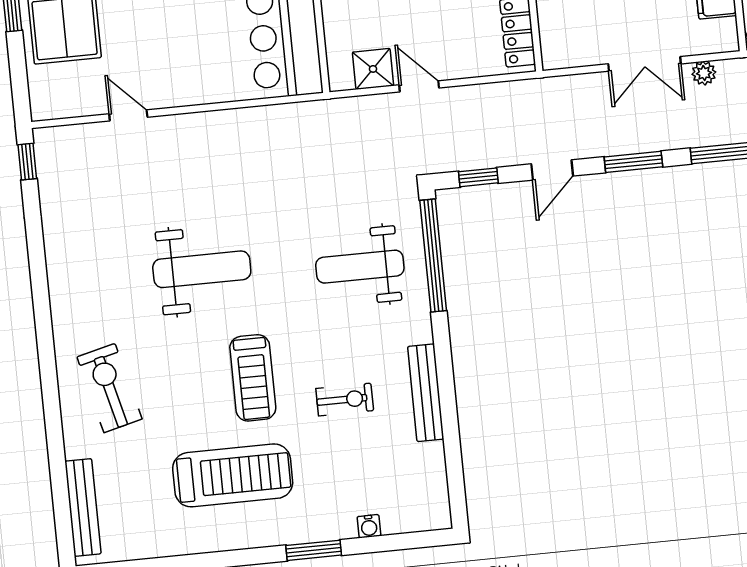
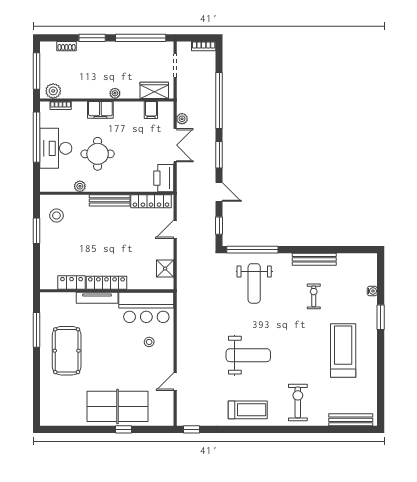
printer: (570, 46) -> (164, 178), added
stool: (209, 50) -> (149, 342), added
door: (419, 86) -> (175, 229), moved
weight bench: (202, 269) -> (248, 355), turned 90
treadmill: (253, 378) -> (248, 410), moved
exercise bike: (109, 388) -> (298, 402), turned 104

